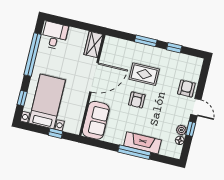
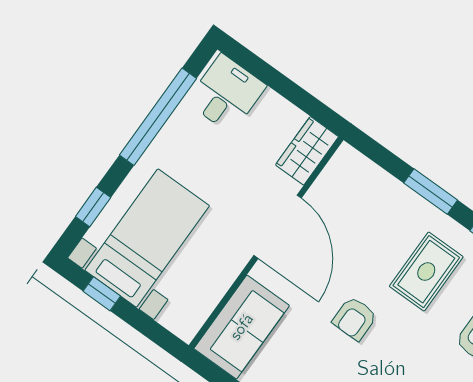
rug: (144, 74) -> (426, 272), moved, turned 90
door: (94, 77) -> (278, 227), hinge flipped
window: (56, 133) -> (102, 294), moved

